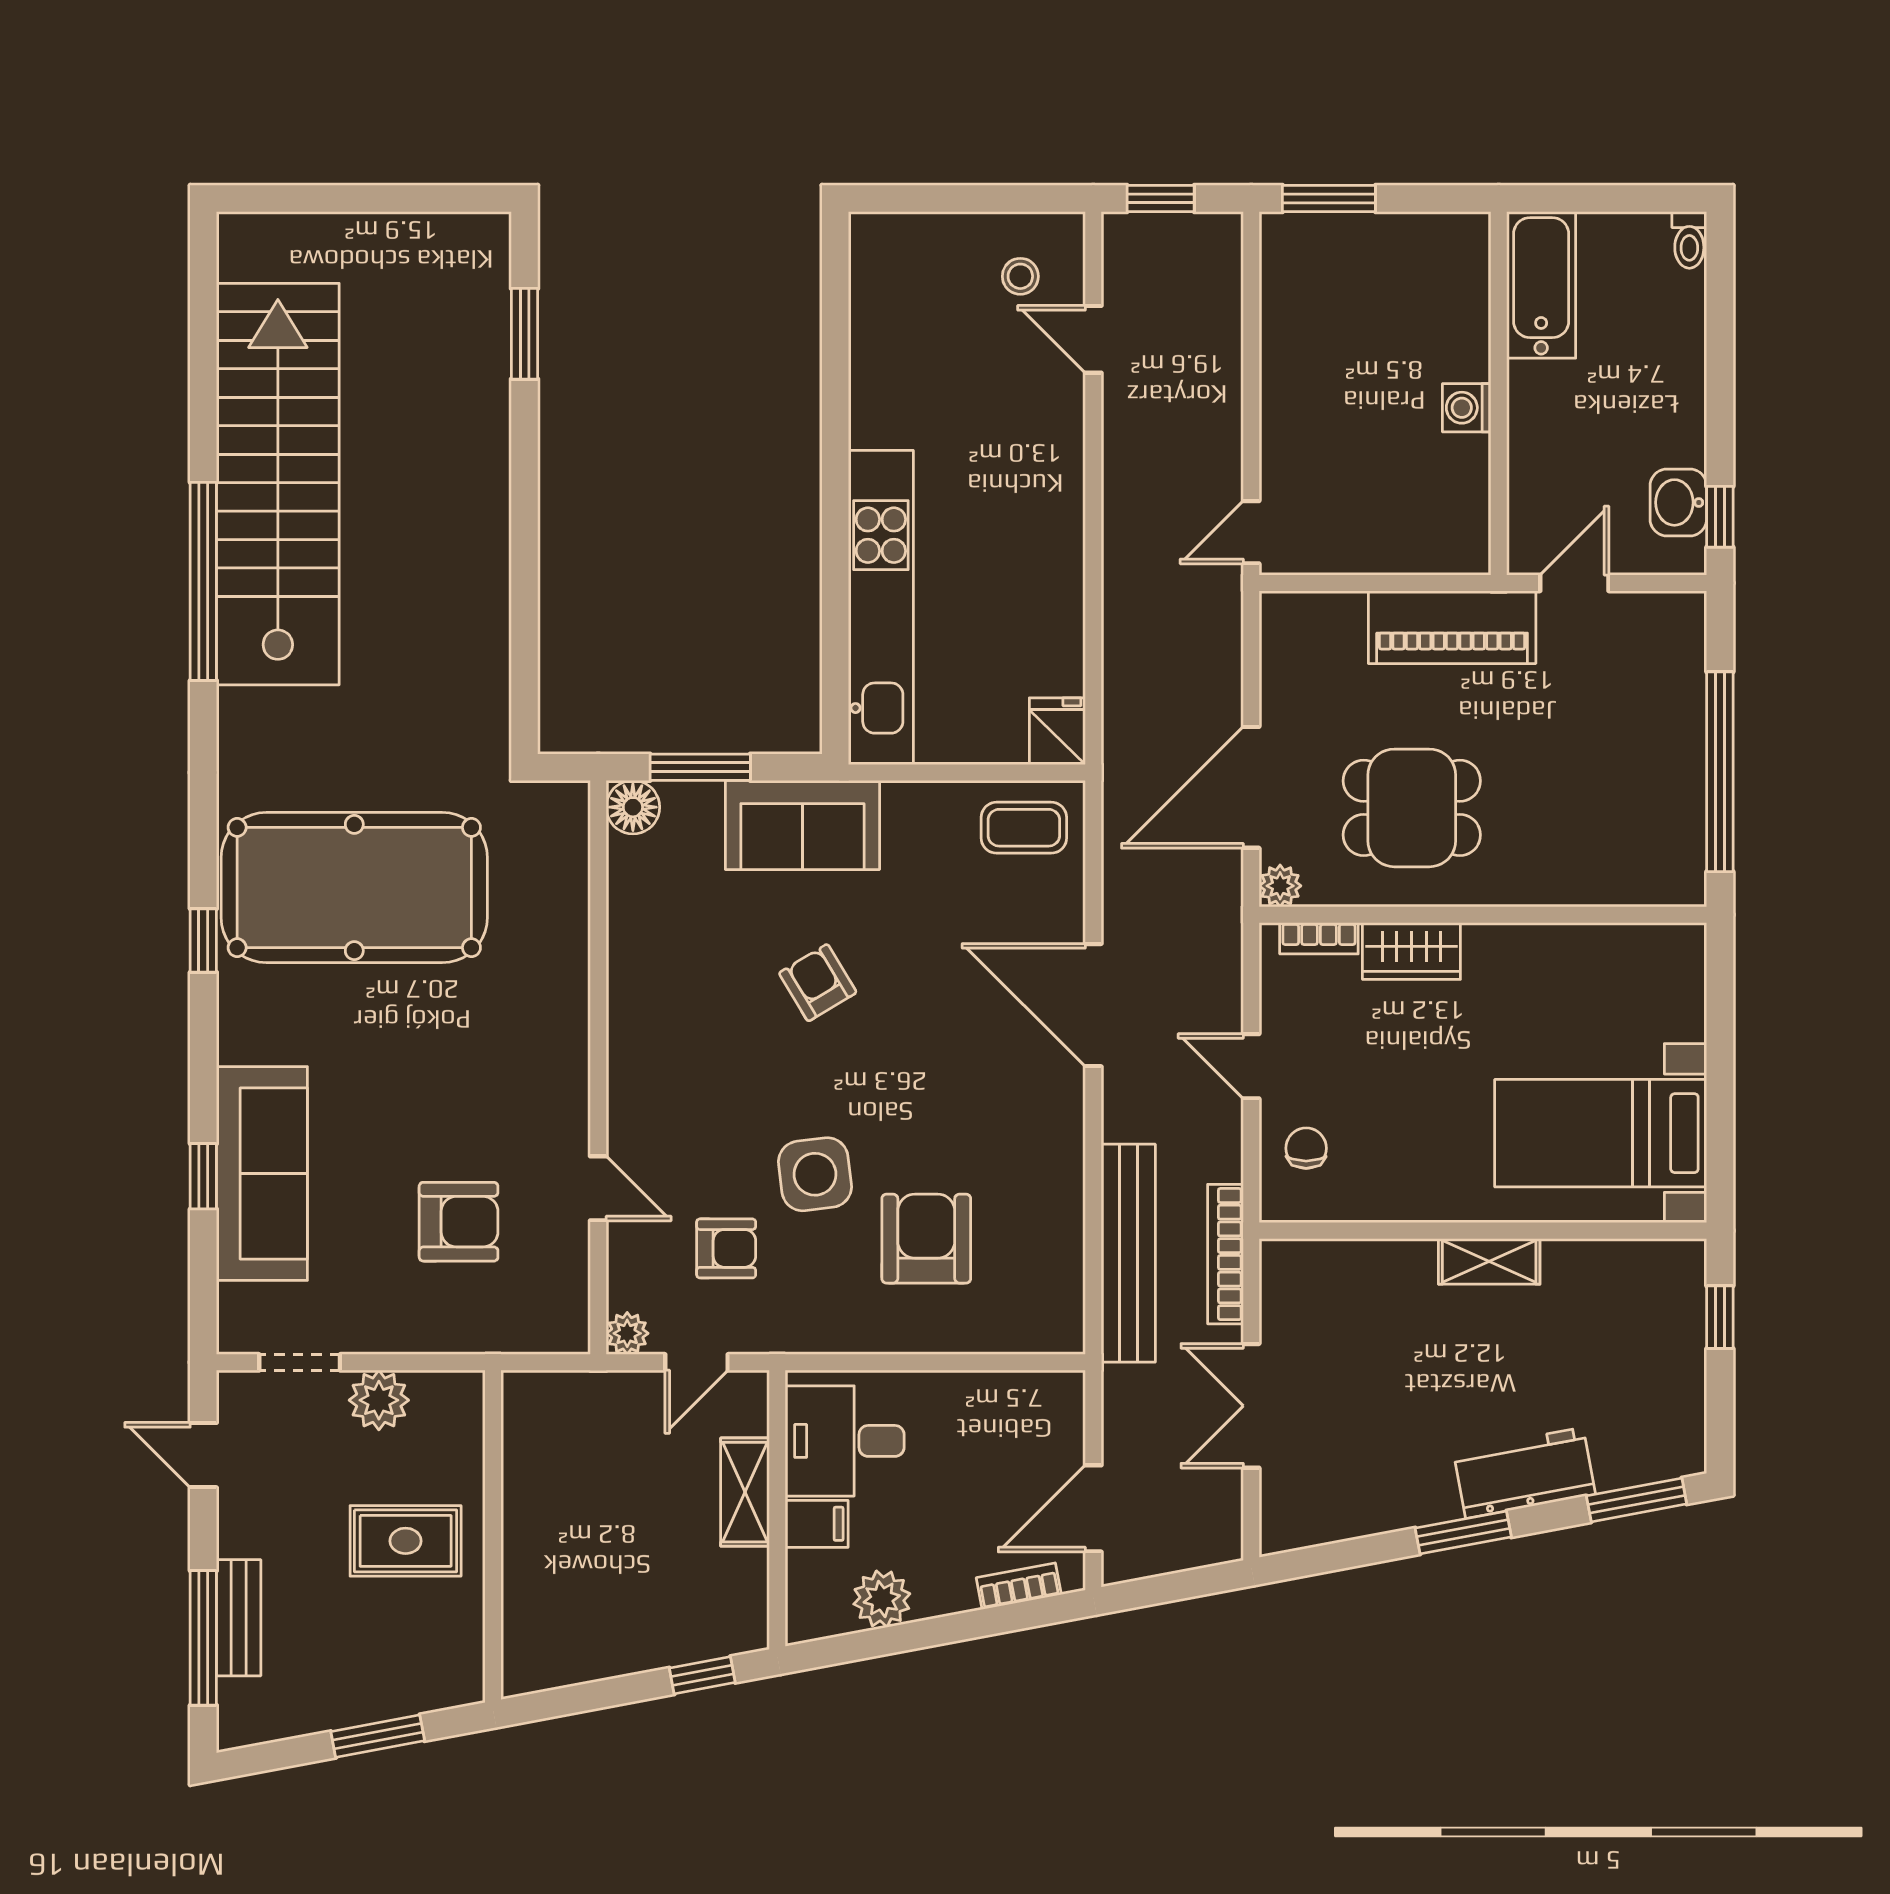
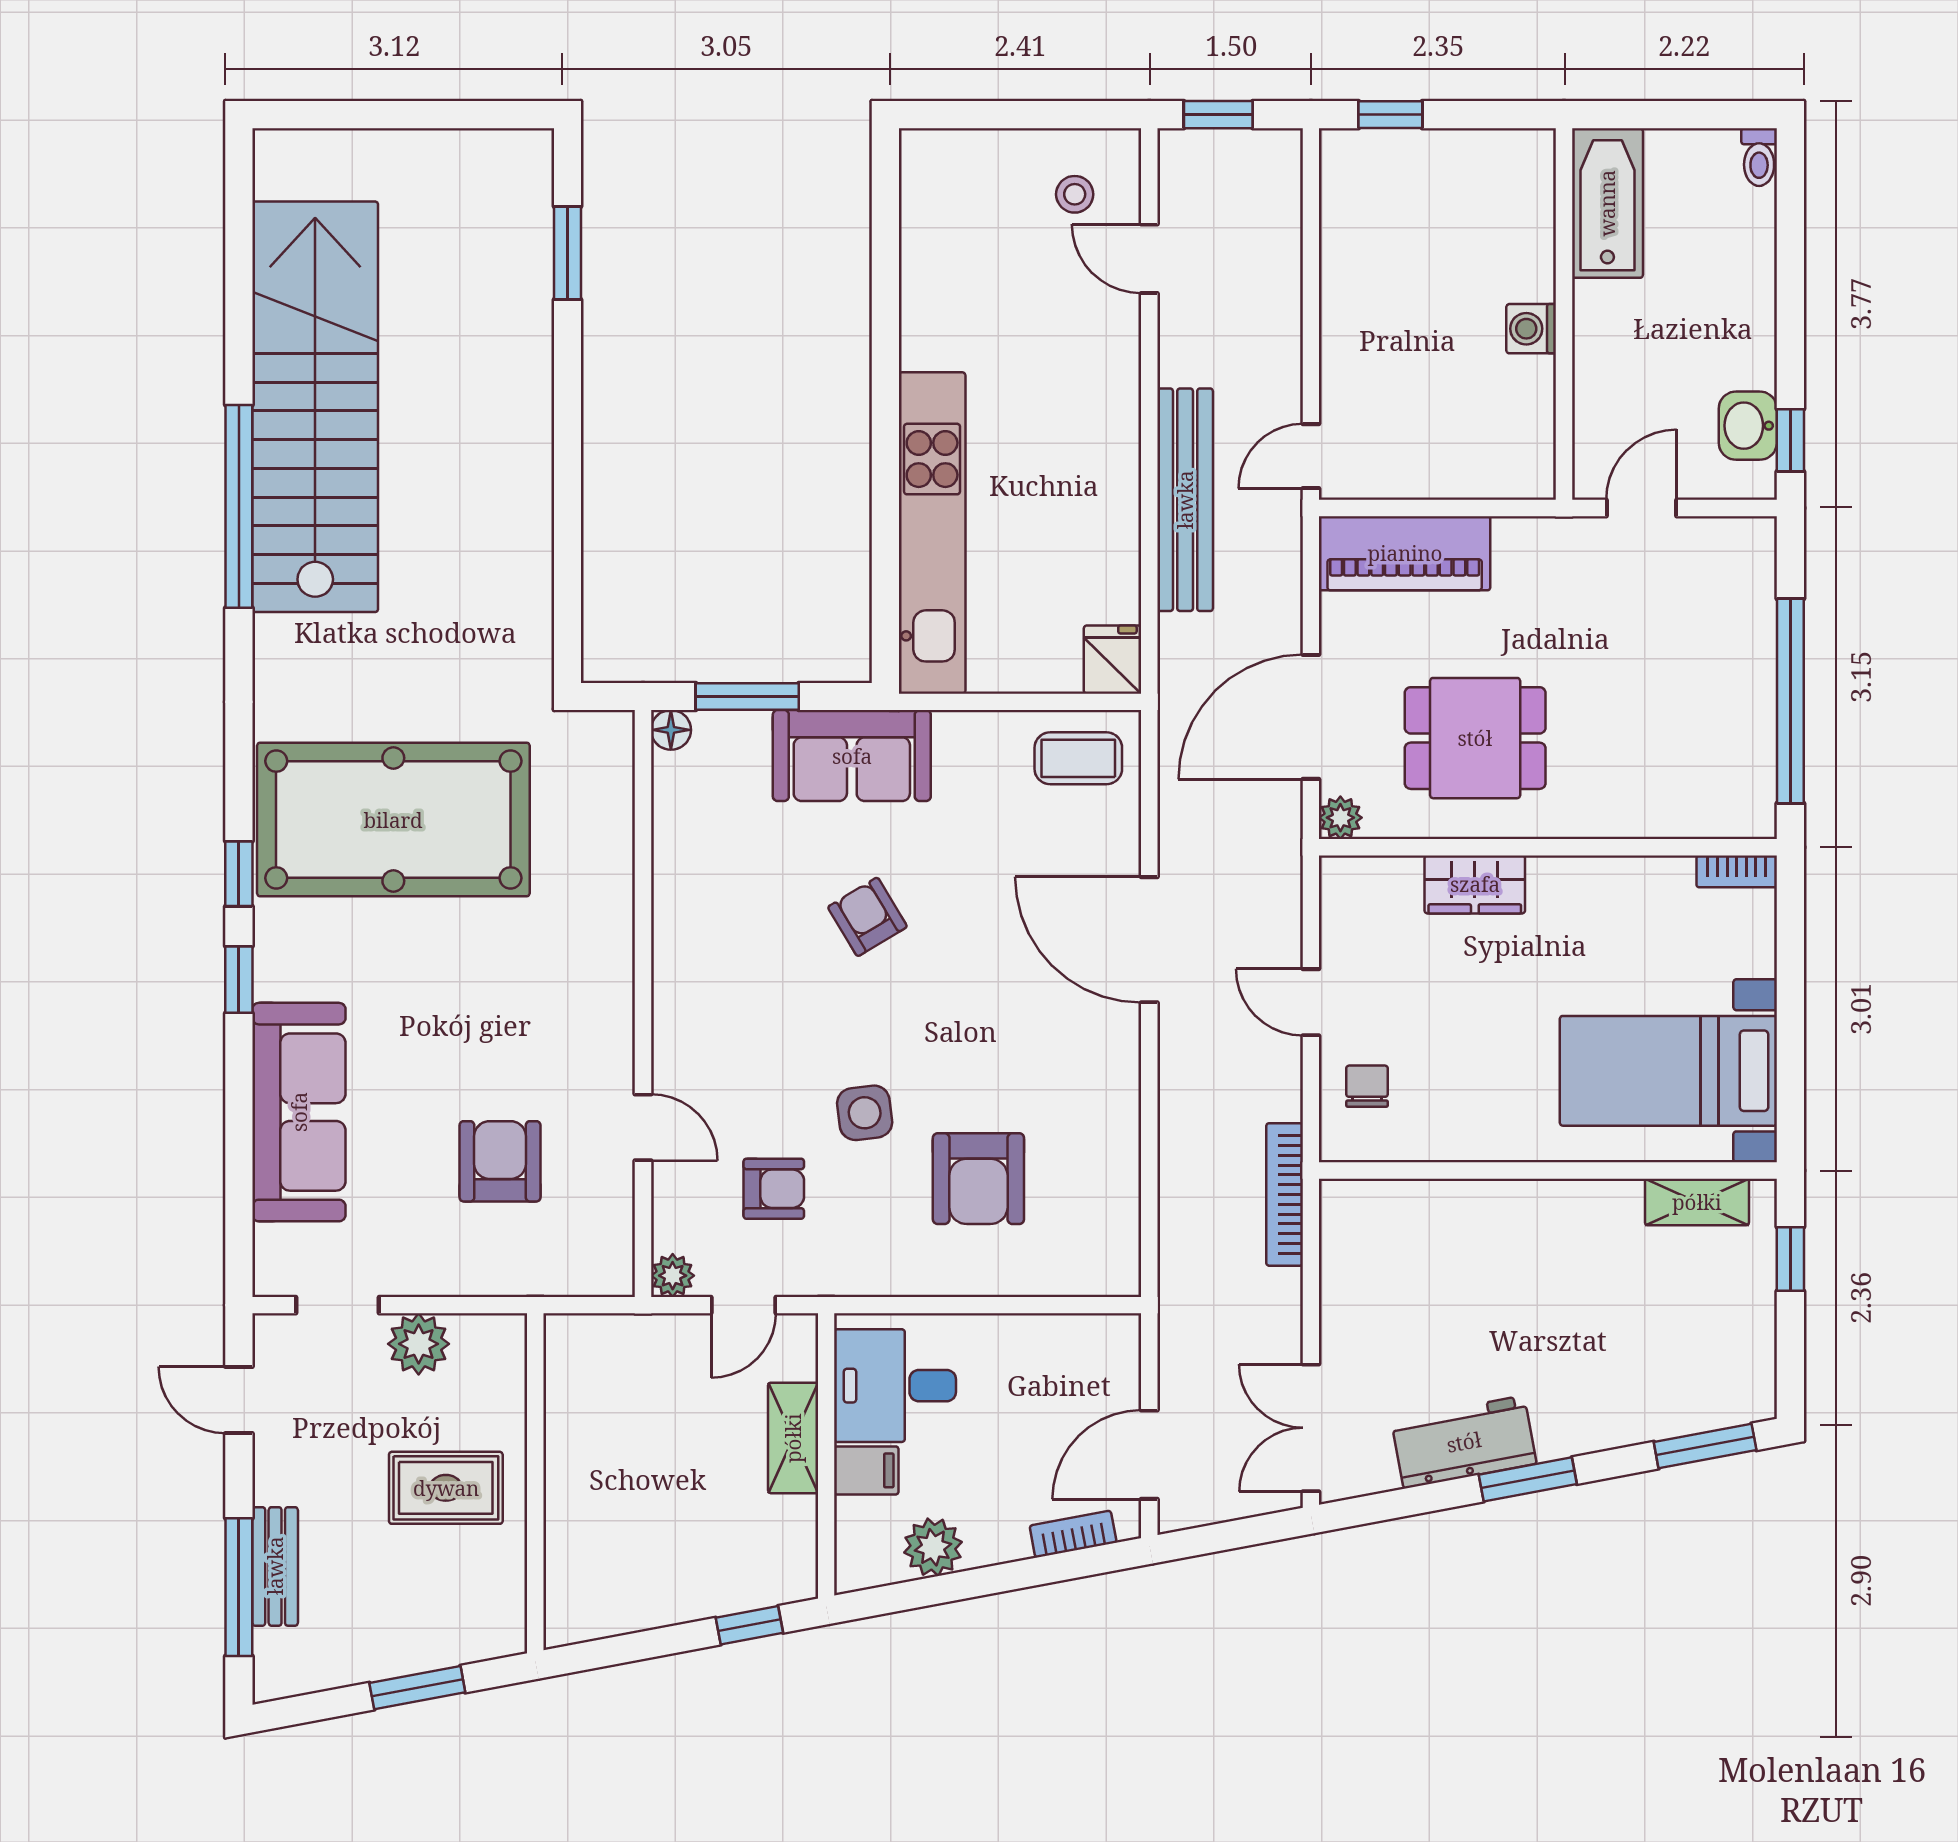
window: (1329, 199) -> (1390, 115), width x0.67
piano: (1452, 627) -> (1405, 553), moved
floor lamp: (633, 807) -> (671, 730), width x0.73, depth x0.73
bookcase: (1319, 938) -> (1737, 871), moved
side table: (815, 1174) -> (865, 1113), width x0.73, depth x0.73
window: (203, 1176) -> (239, 980), moved
armchair: (459, 1222) -> (500, 1161), turned -90
armchair: (926, 1239) -> (978, 1179), turned 180
bench: (1128, 1253) -> (1185, 500), moved
shelving: (1489, 1261) -> (1697, 1202), moved
double door: (1251, 1406) -> (1311, 1428), moved
workbench: (1524, 1473) -> (1464, 1442), moved

